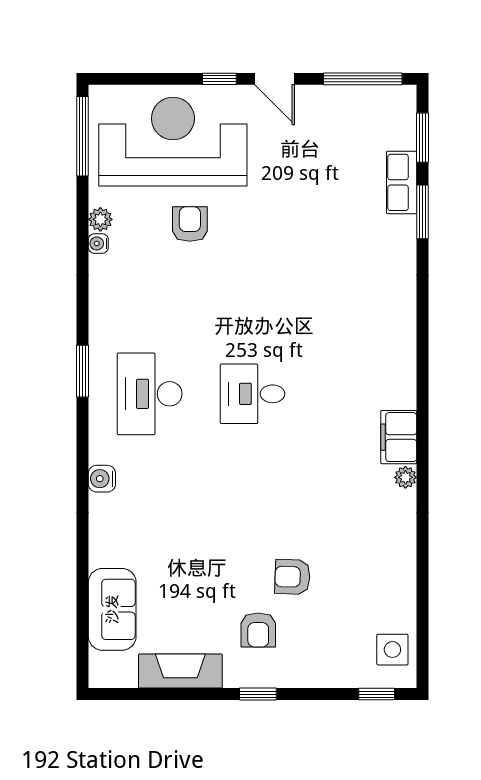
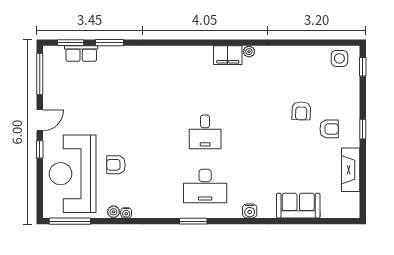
row of seats: (402, 182) -> (81, 54), moved
sofa: (112, 609) -> (298, 206), moved

